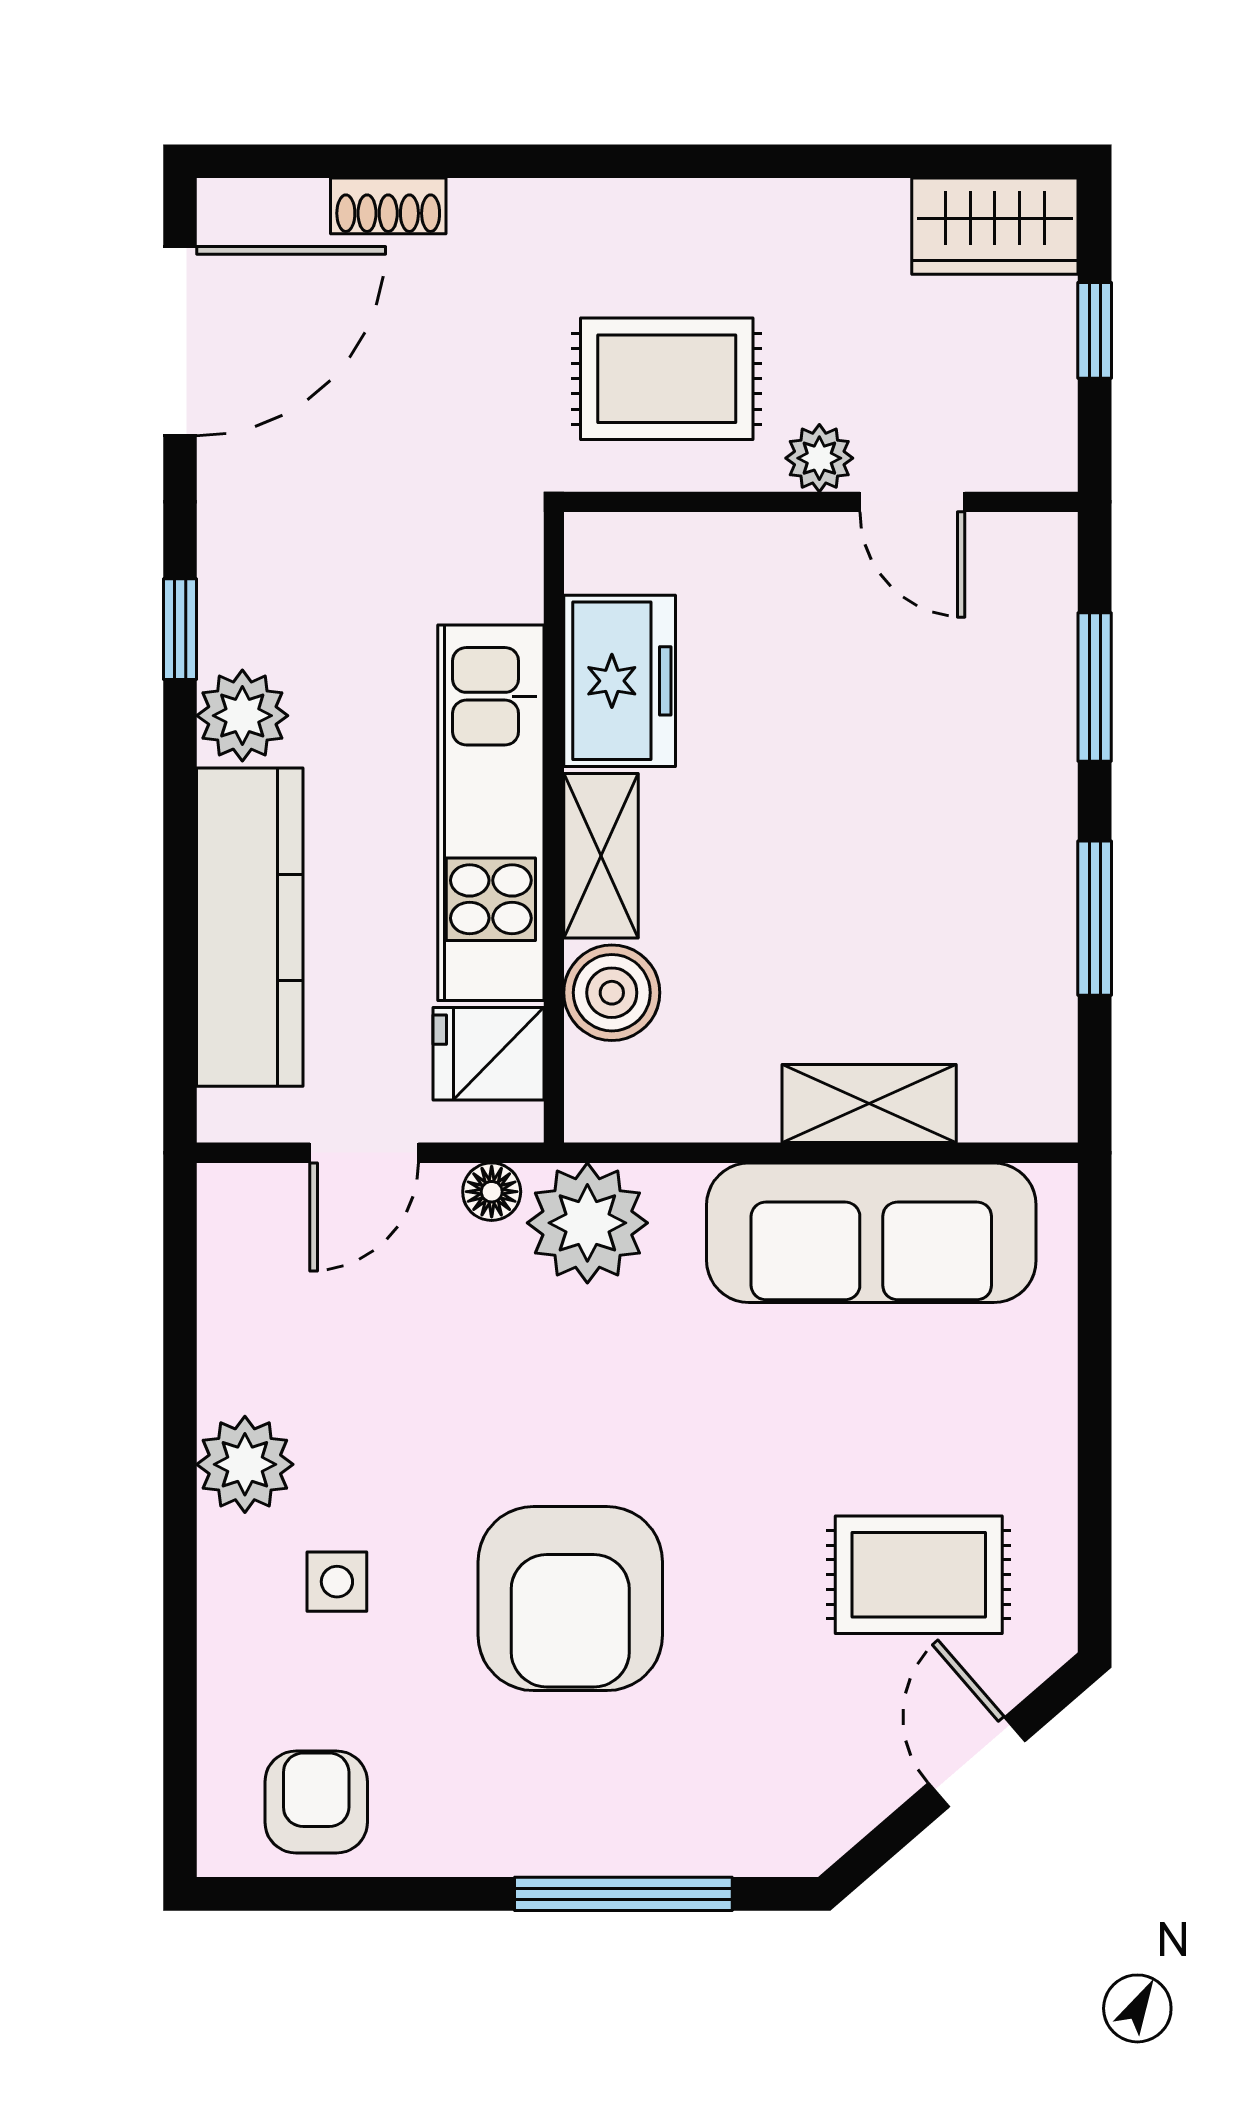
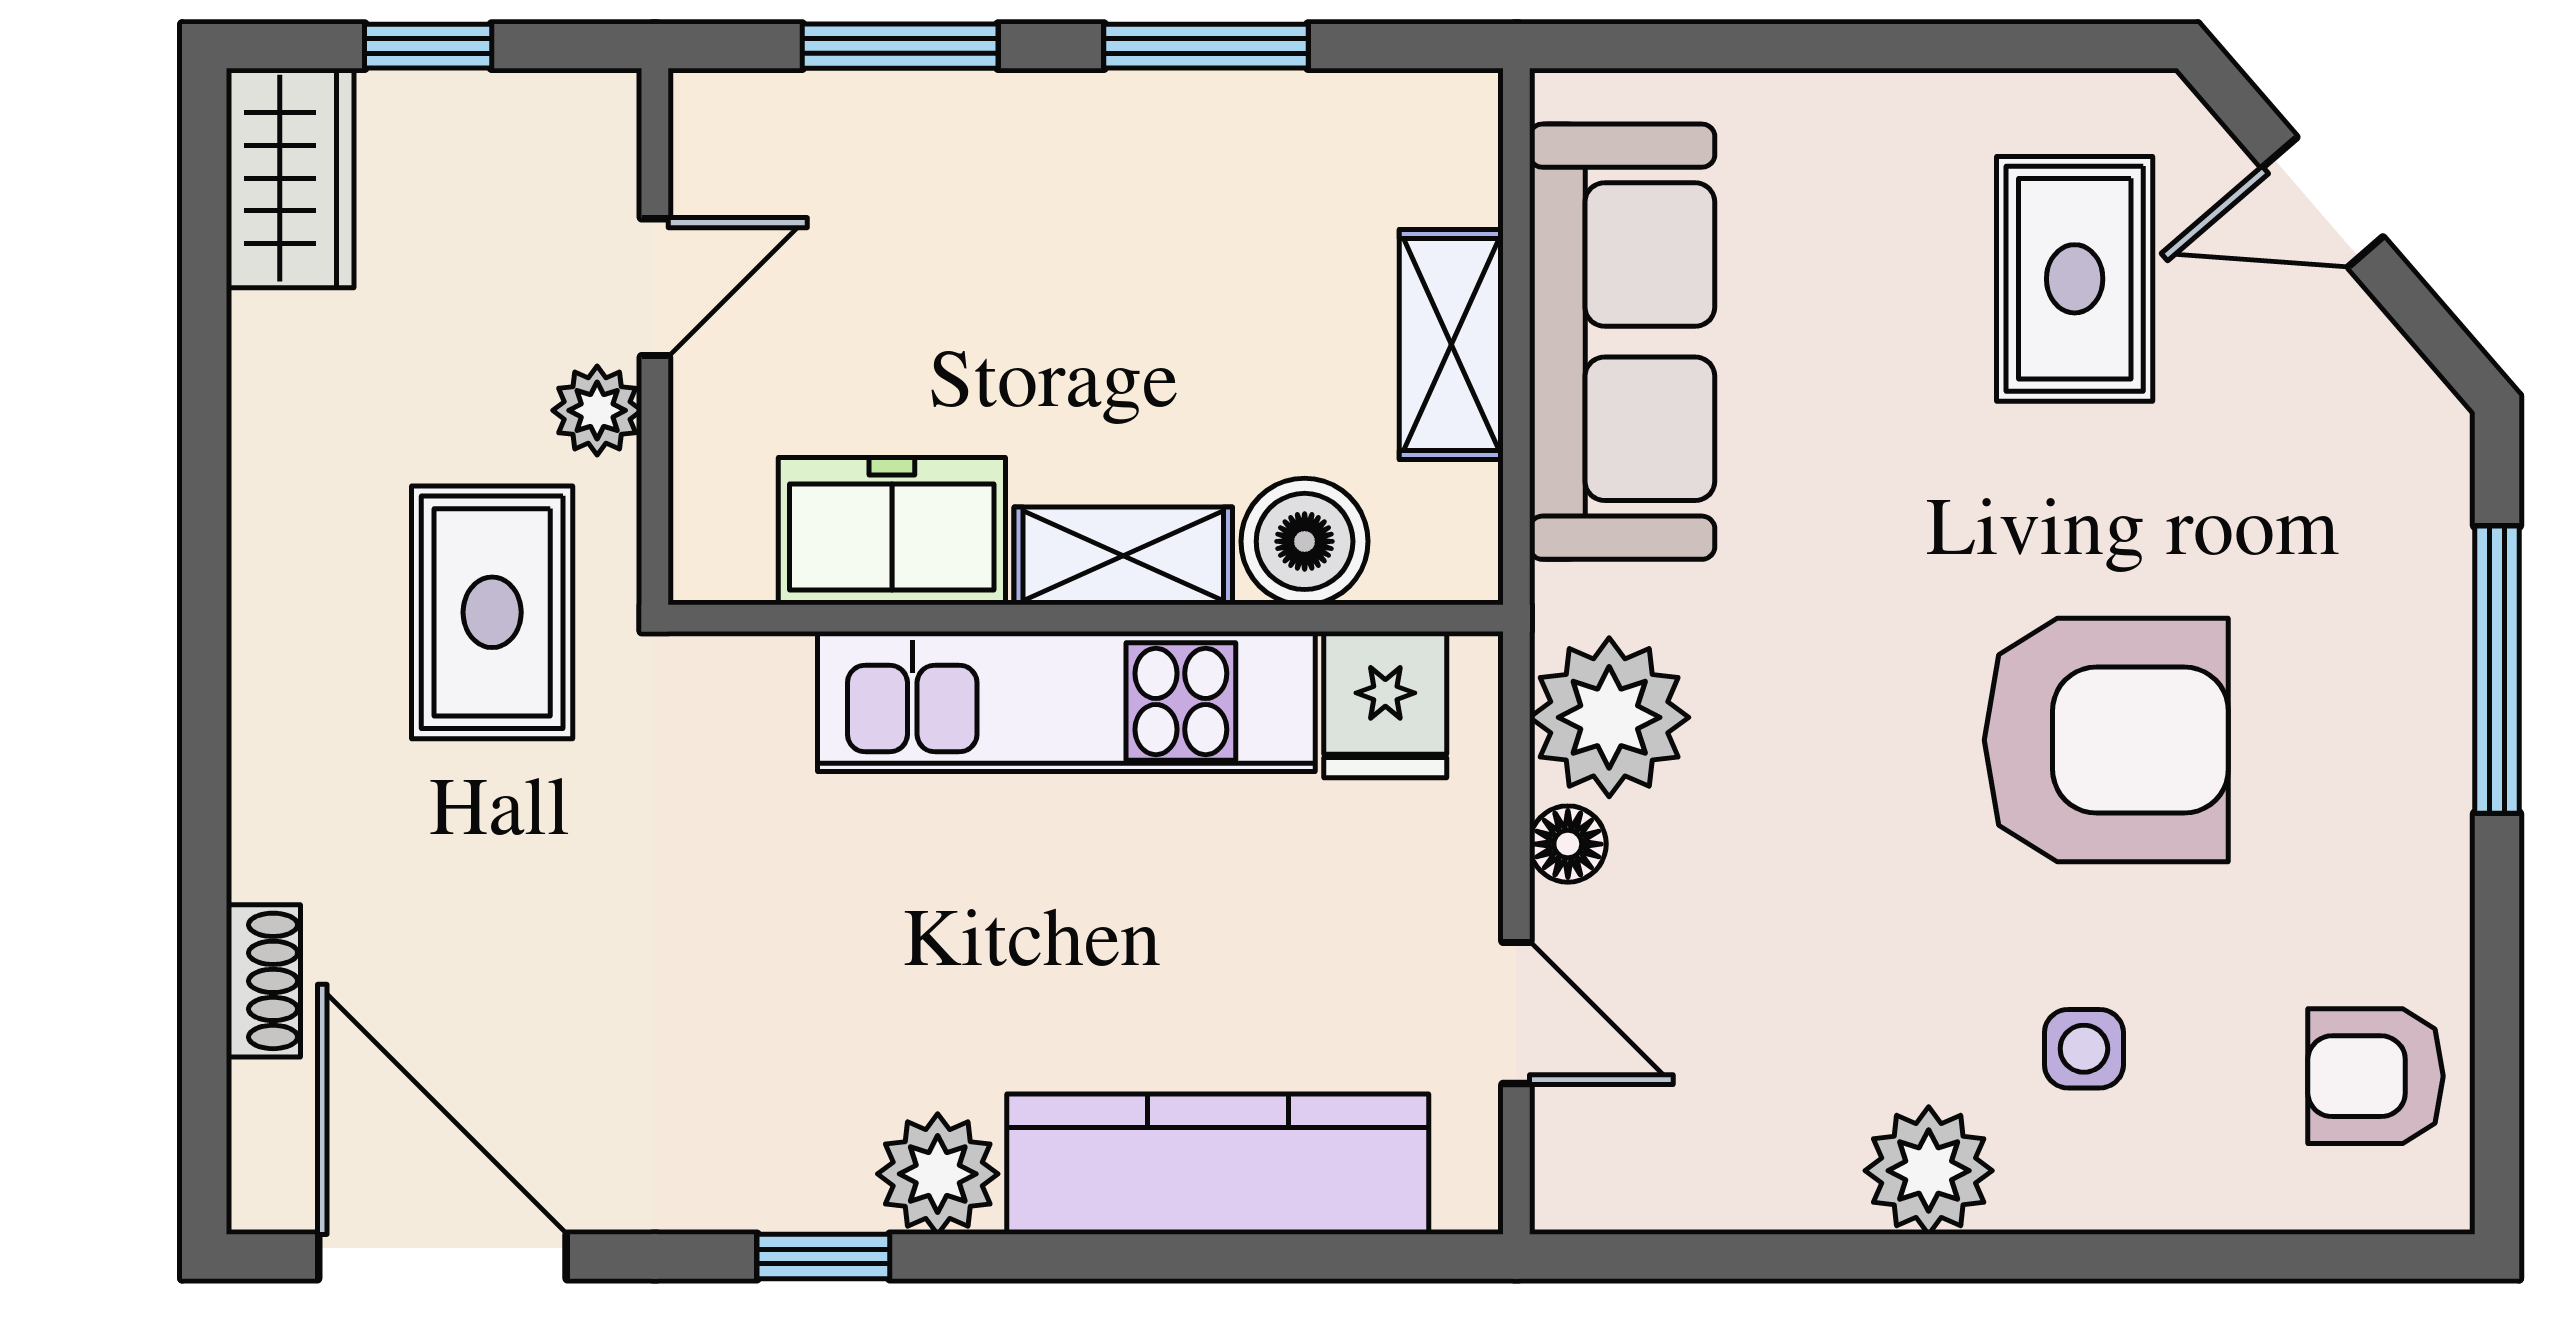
freezer: (620, 681) -> (892, 531), moved
kitchen unit: (491, 813) -> (1066, 701), moved
wall: (554, 827) -> (1086, 618), moved
shelving: (601, 856) -> (1123, 556), moved
boiler: (612, 993) -> (1305, 541), moved
fridge: (489, 1054) -> (1385, 705), moved

